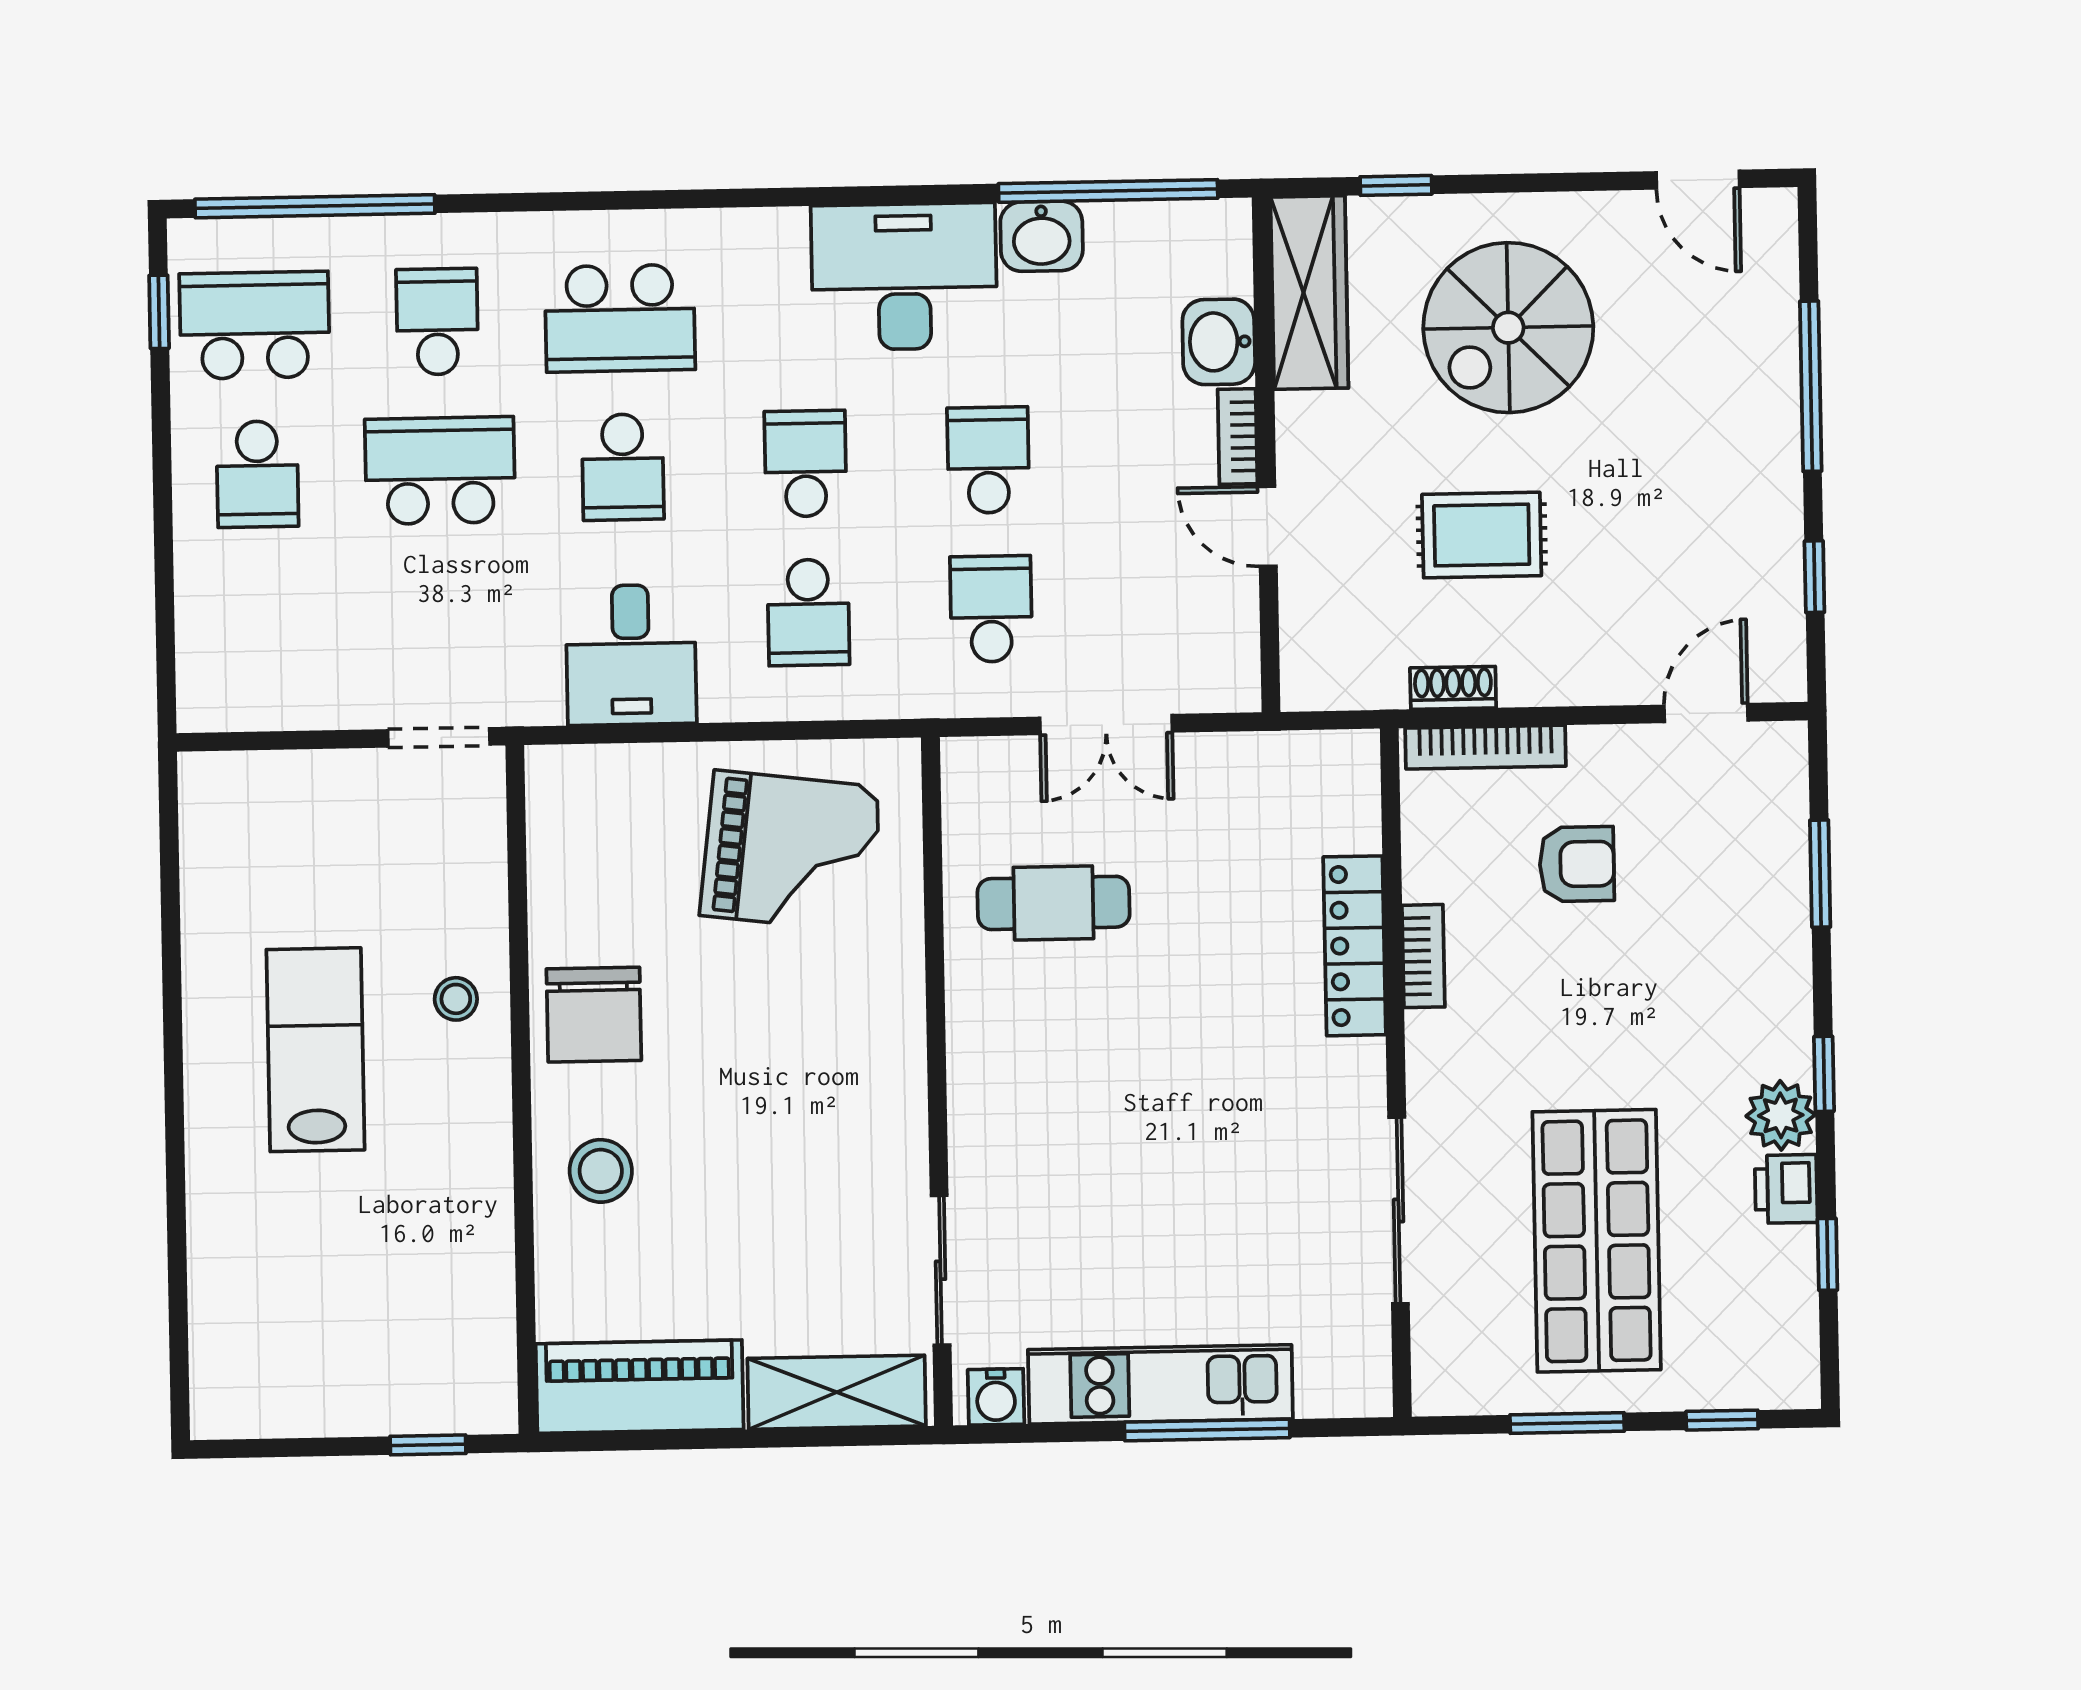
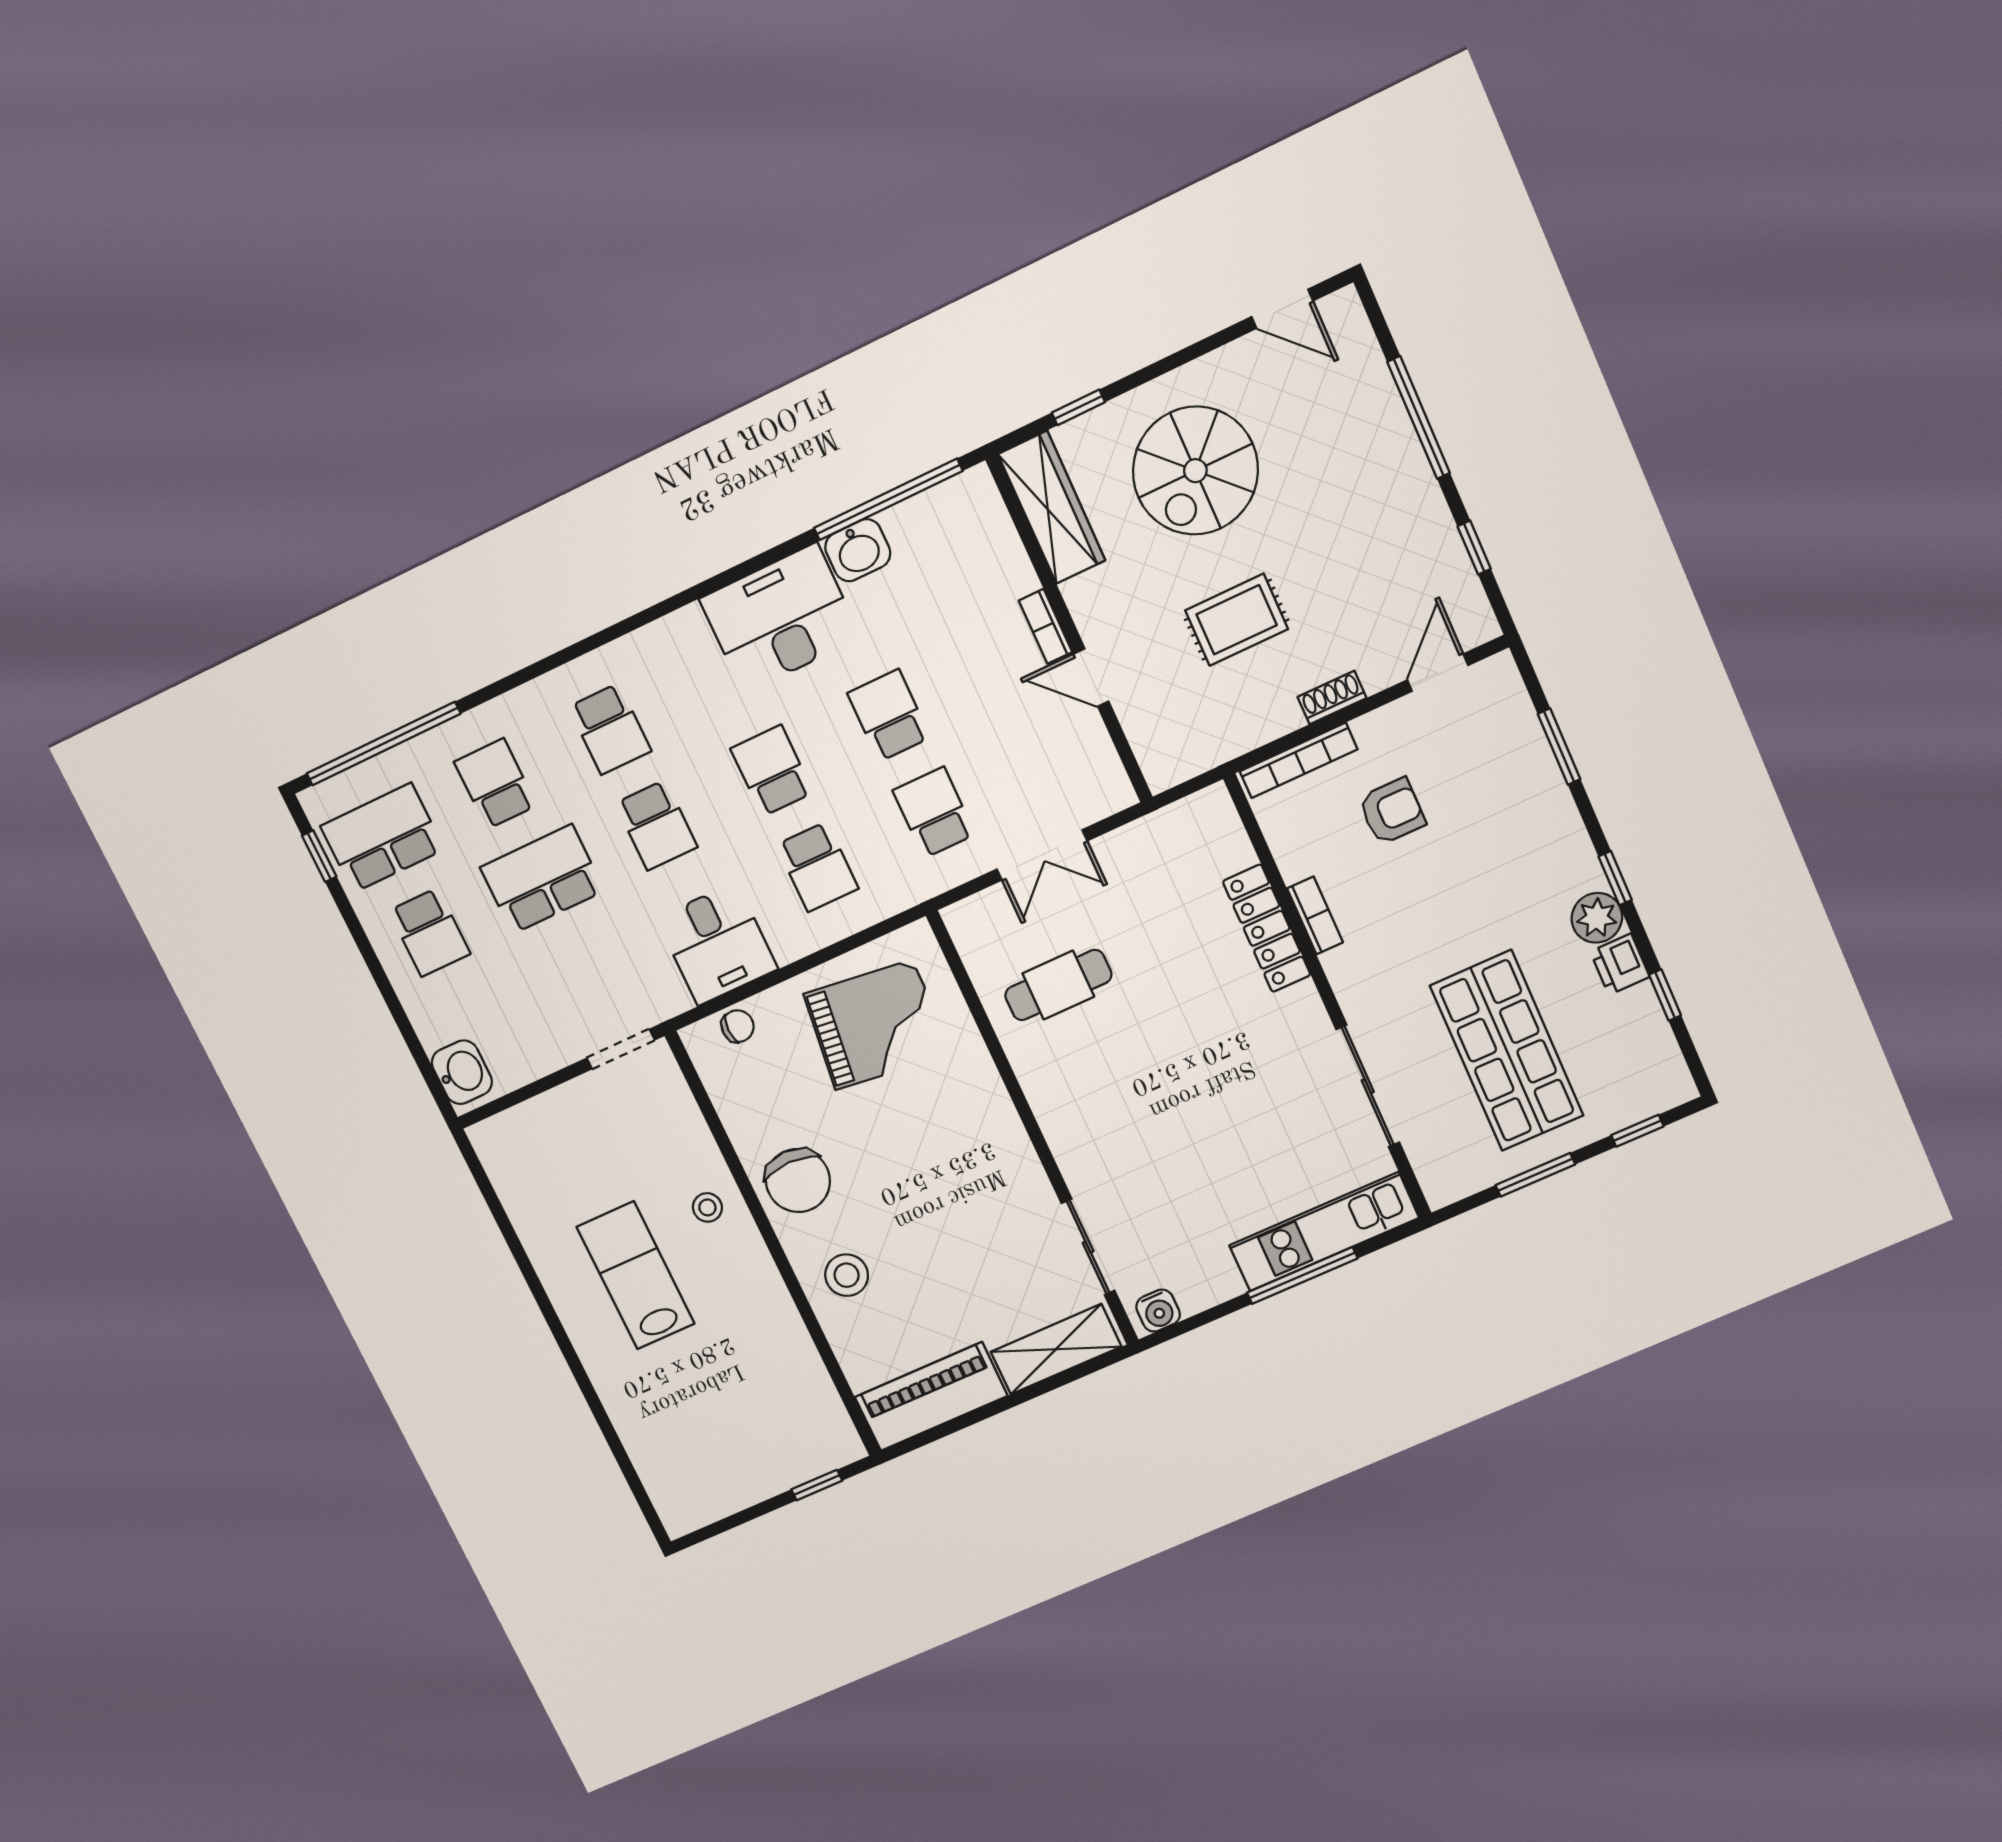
school desk: (620, 318) -> (610, 729), width x0.54
washbasin: (1219, 342) -> (462, 1072), moved, turned 180
shoe rack: (1453, 688) -> (1332, 697), moved
chair: (608, 775) -> (738, 1026), added
kitchen unit: (1160, 1384) -> (1324, 1232), moved

